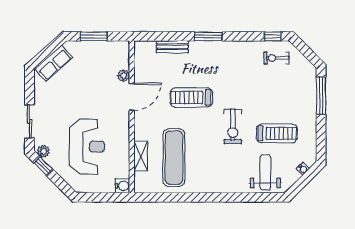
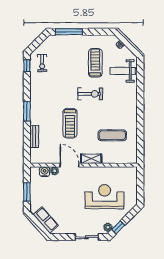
shelving: (141, 156) -> (91, 159), moved
exercise mat: (174, 158) -> (112, 135), width x0.73, depth x0.69
water cooler: (122, 186) -> (45, 172), moved

